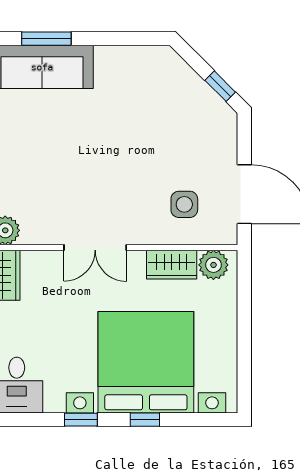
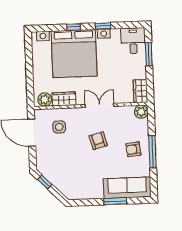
window: (46, 39) -> (115, 201), moved
armchair: (25, 150) -> (133, 149), added
armchair: (101, 172) -> (98, 141), added

